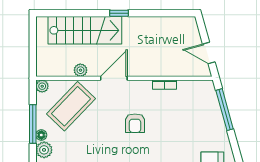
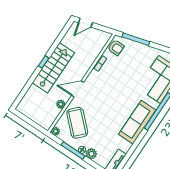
stairs: (85, 30) -> (53, 68), moved
door: (209, 53) -> (86, 23), moved
door: (114, 78) -> (78, 89), hinge flipped
armchair: (135, 123) -> (116, 48), moved

